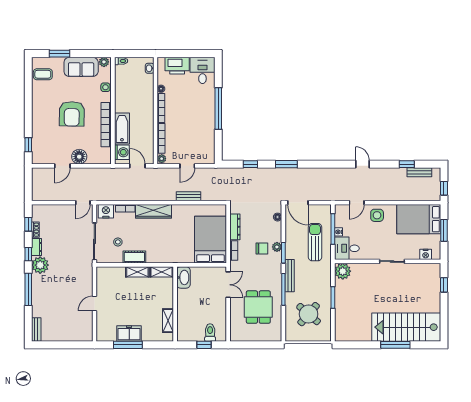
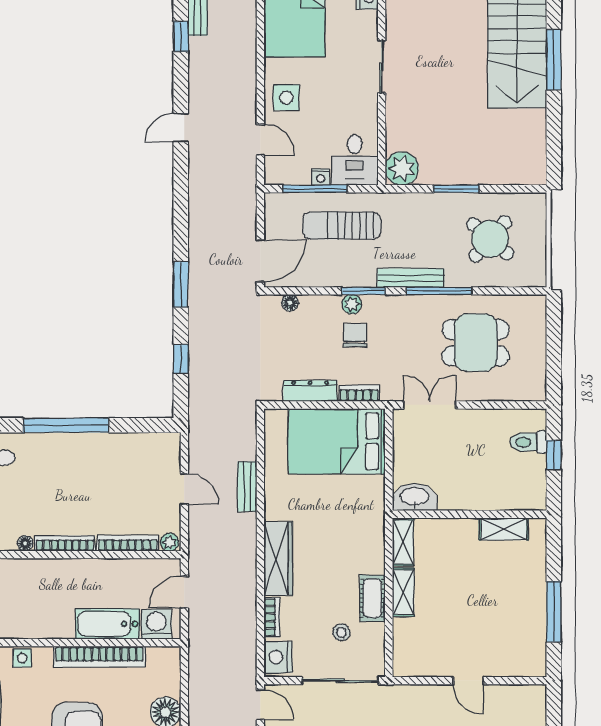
freezer: (129, 334) -> (530, 609), removed

